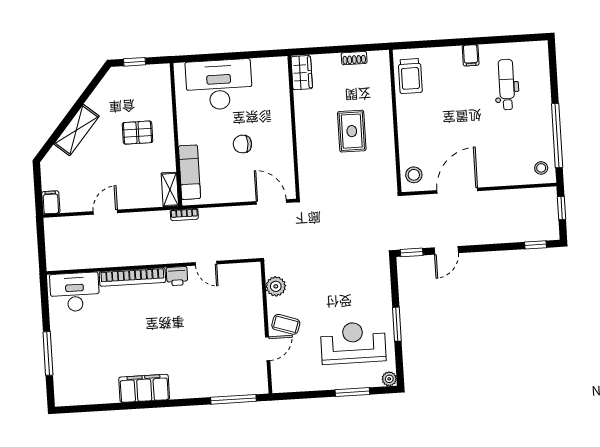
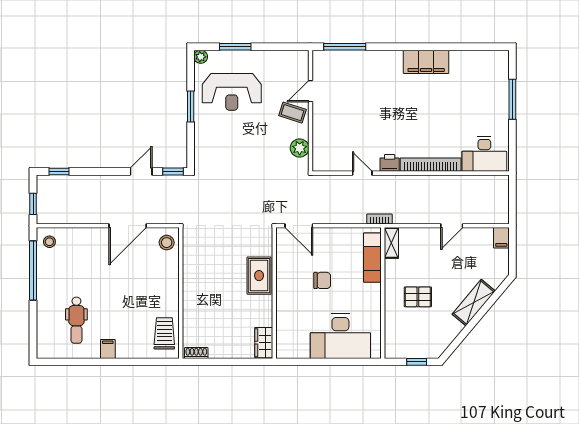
shoe rack: (354, 58) -> (196, 353), moved
rug: (352, 131) -> (259, 276), moved

